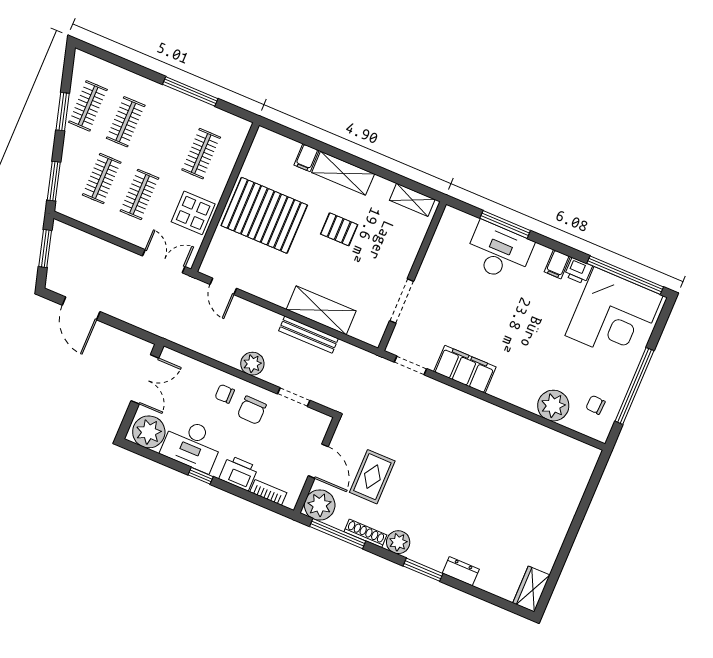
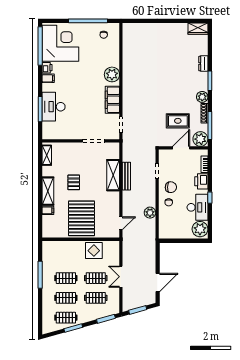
clothes rail: (201, 154) -> (66, 278), moved
double door: (164, 261) -> (121, 277), moved
plant: (252, 364) -> (150, 213), moved
double door: (145, 379) -> (177, 241), removed
plant: (553, 406) -> (112, 74), moved

